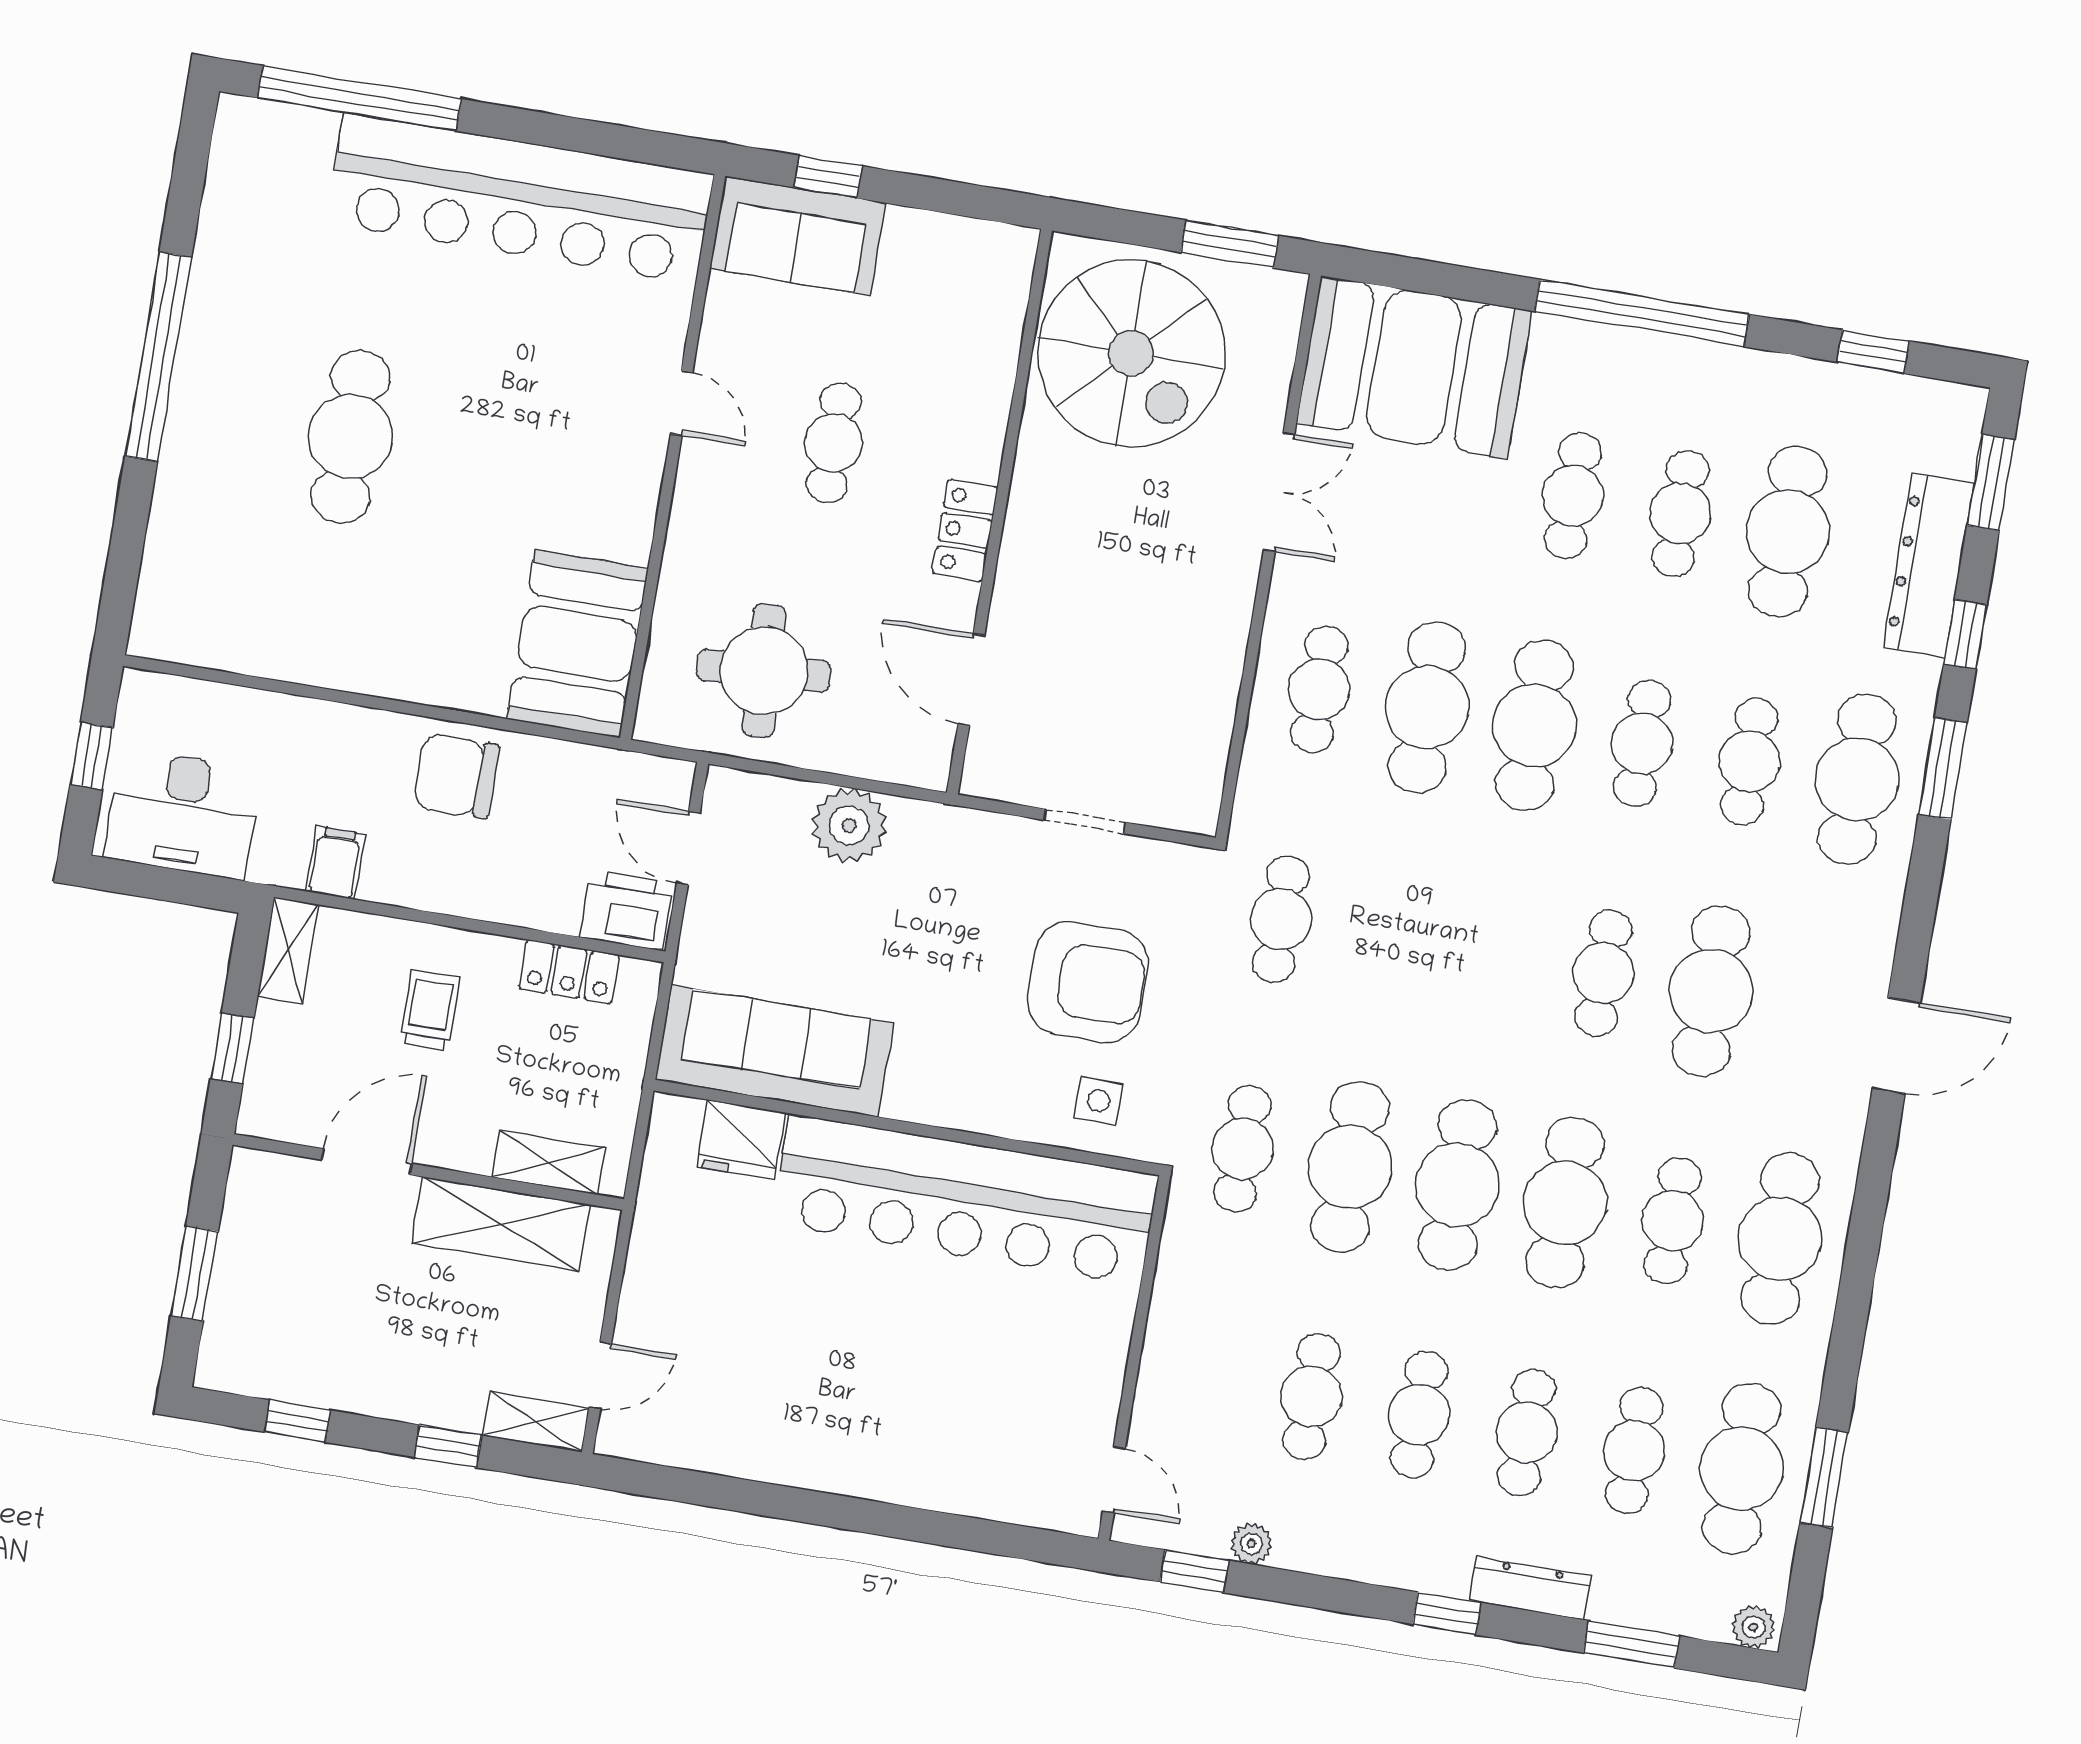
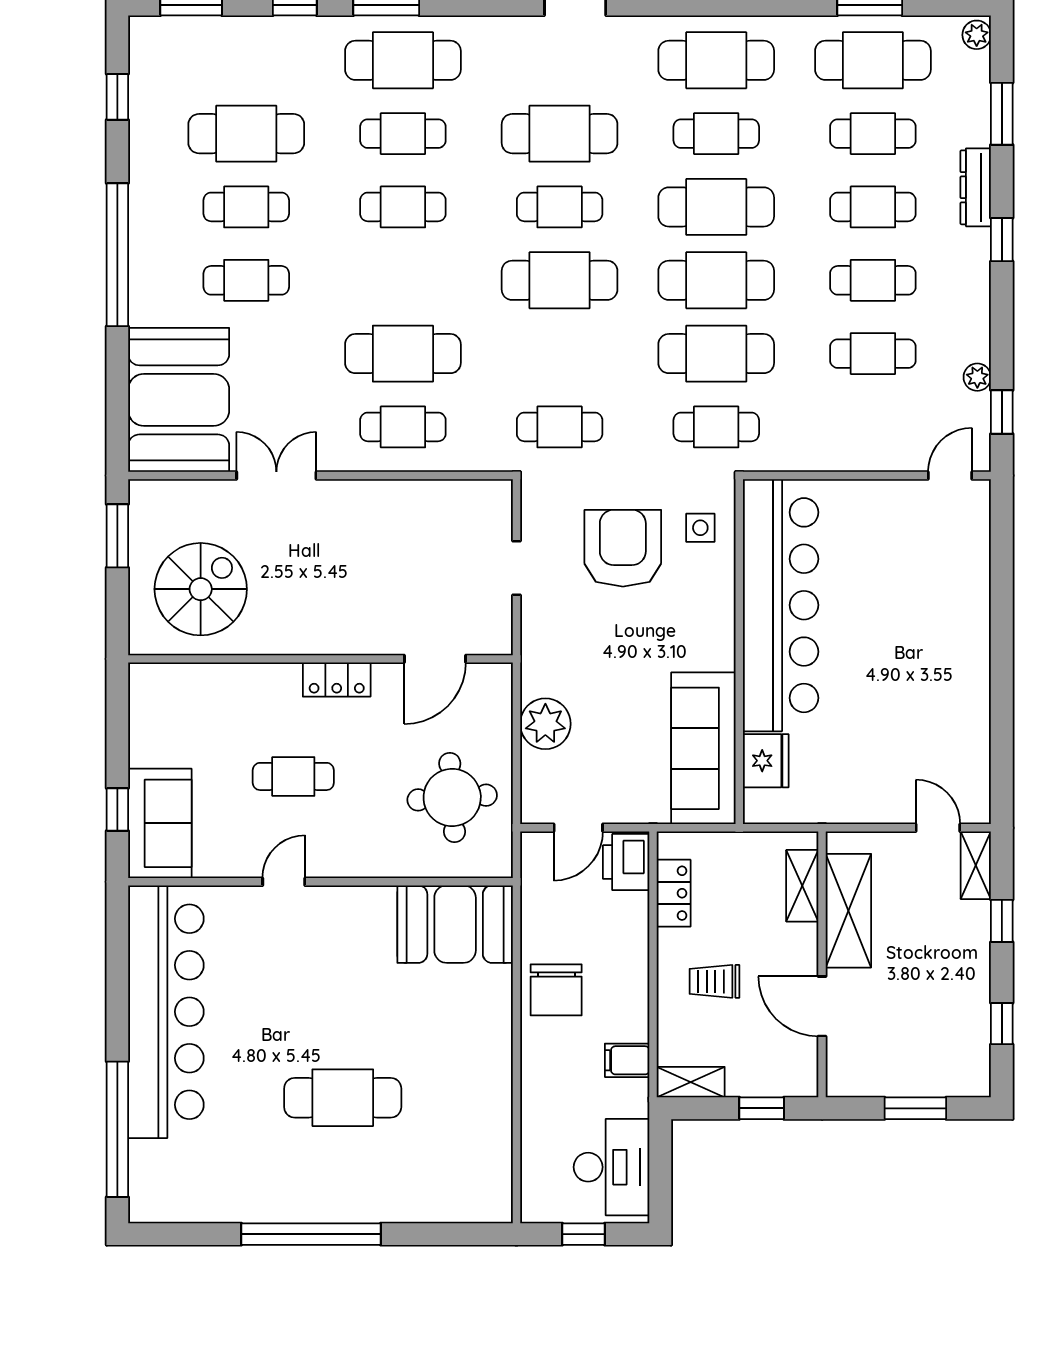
spiral stairs: (1131, 353) -> (201, 589), width x0.73, depth x0.73
dresser: (1929, 565) -> (253, 37), removed
cafe table: (1534, 725) -> (560, 280), moved

